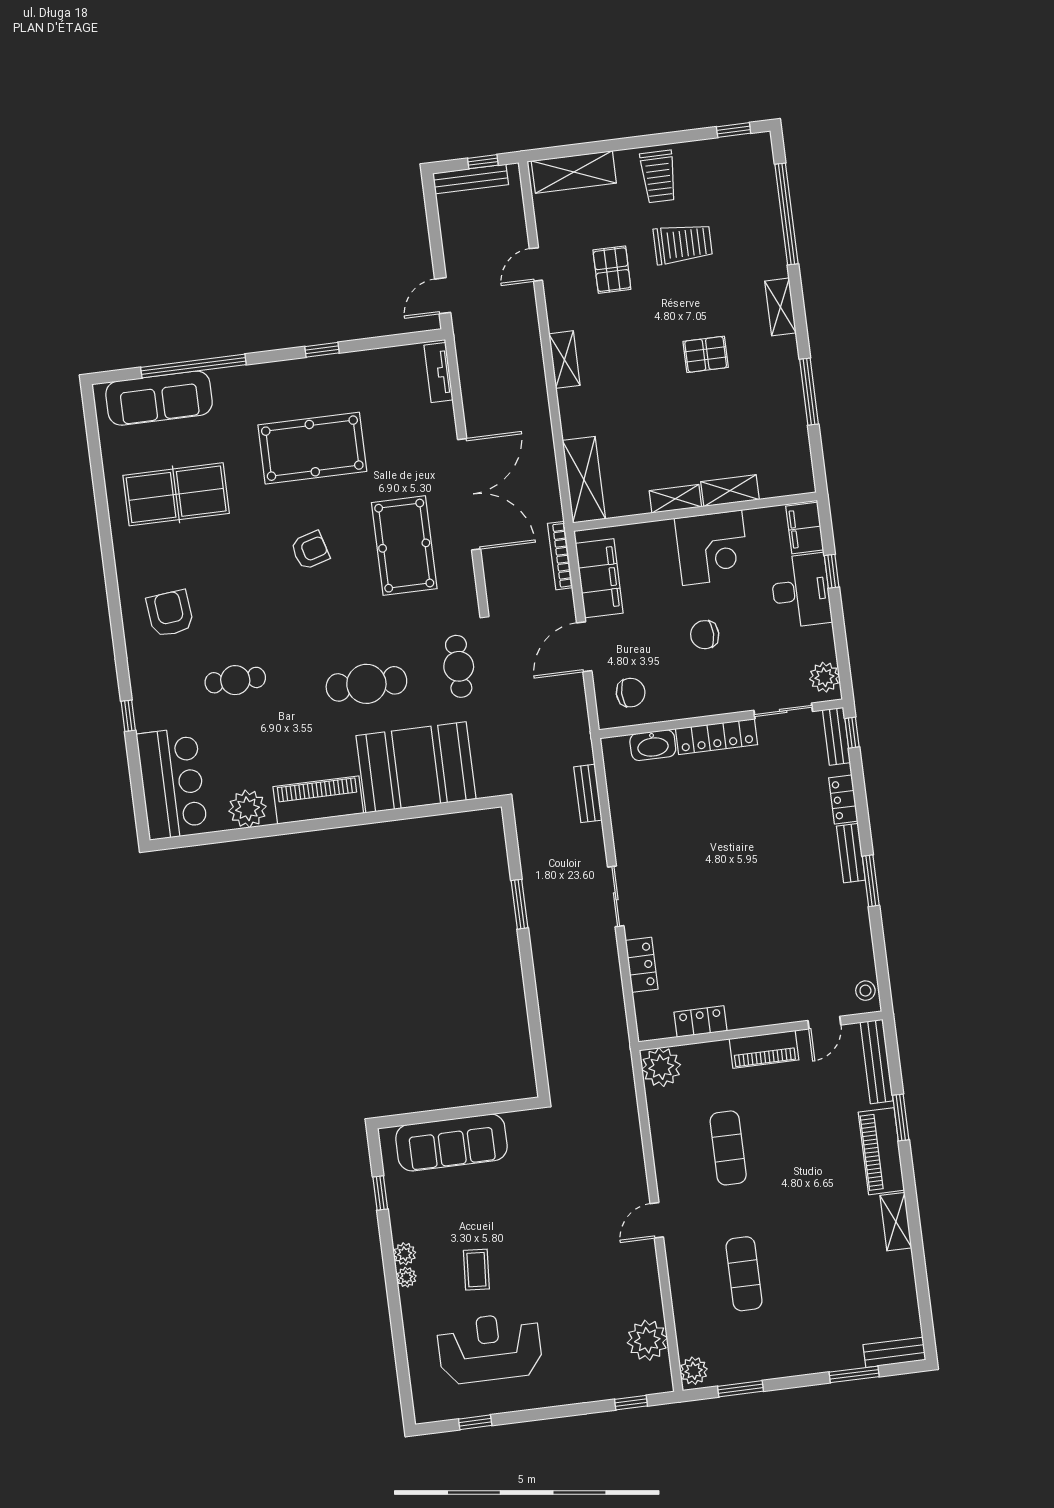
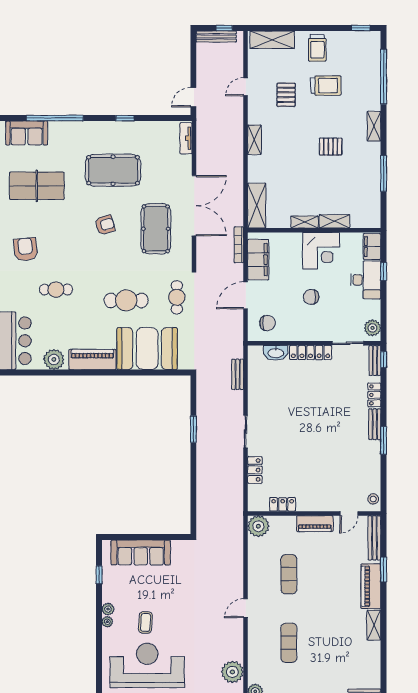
sofa: (159, 398) -> (27, 133), width x0.73
reception desk: (490, 1348) -> (147, 665), width x1.36, depth x1.30

